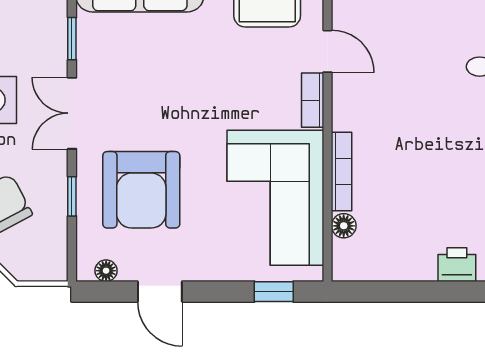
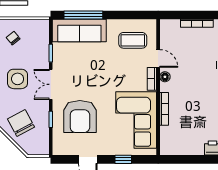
floor lamp: (344, 226) -> (165, 77), moved
floor lamp: (106, 271) -> (65, 151), removed
window: (274, 292) -> (123, 159), moved

